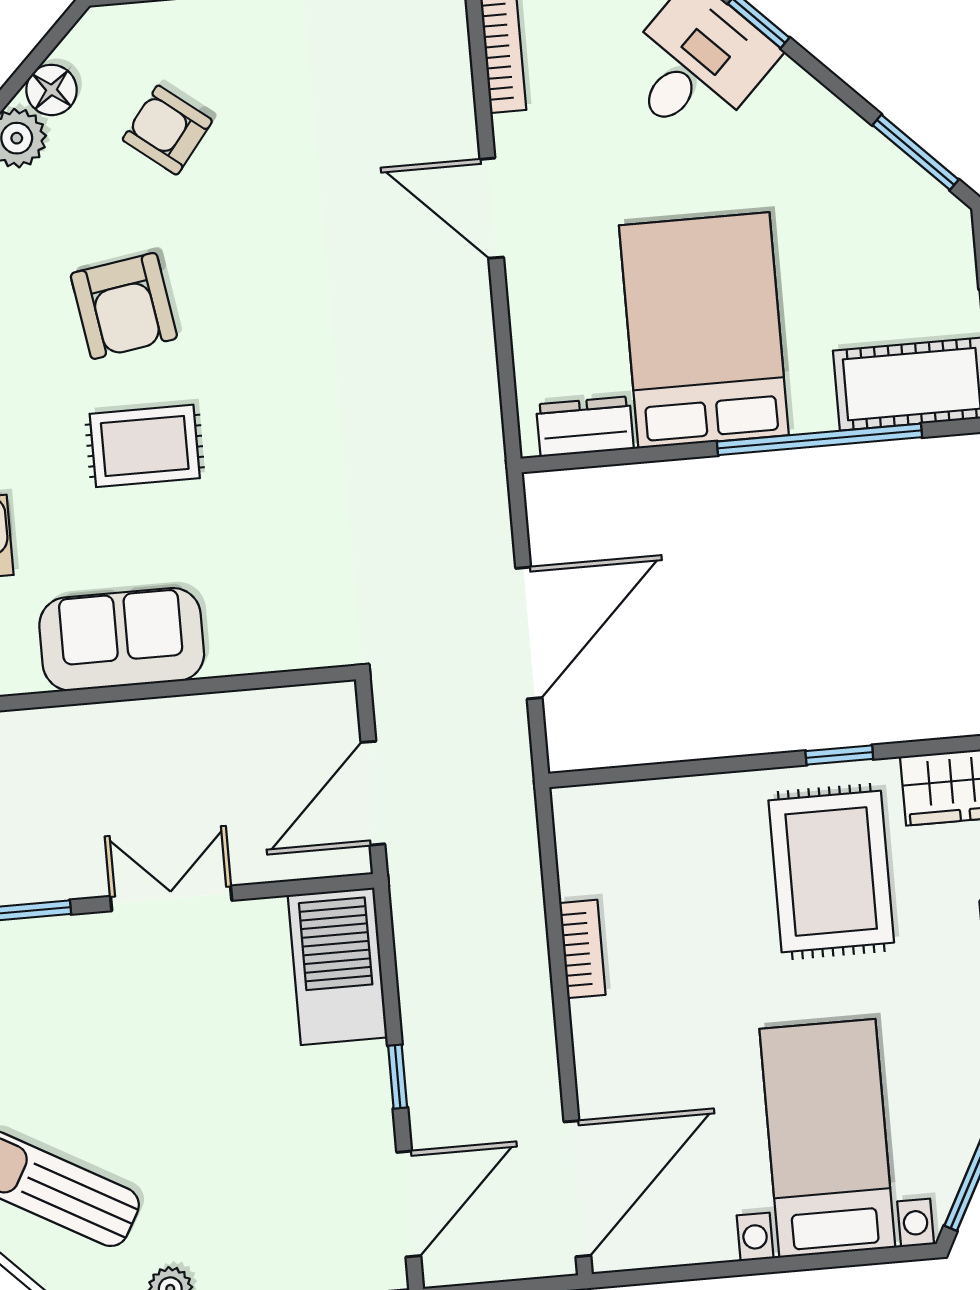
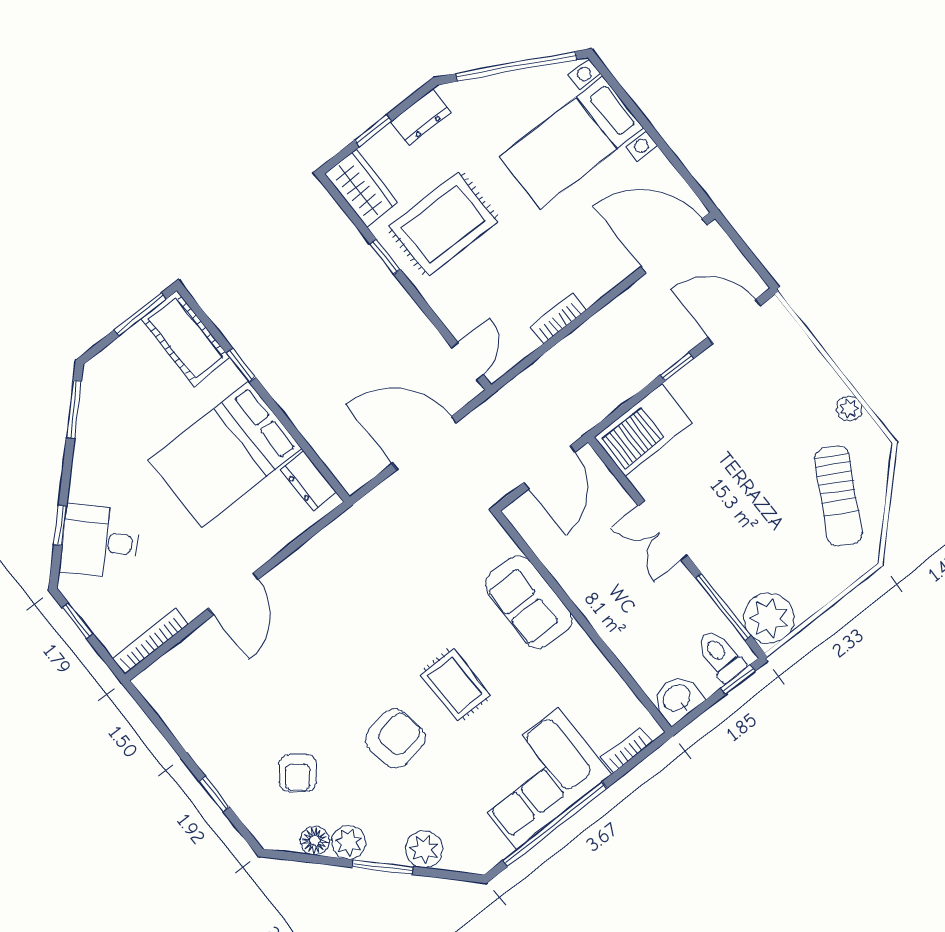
window: (820, 439) -> (241, 365), width x0.32
sofa: (122, 639) -> (529, 602), moved
door: (607, 775) -> (468, 361), added
door: (373, 793) -> (549, 467), hinge flipped

